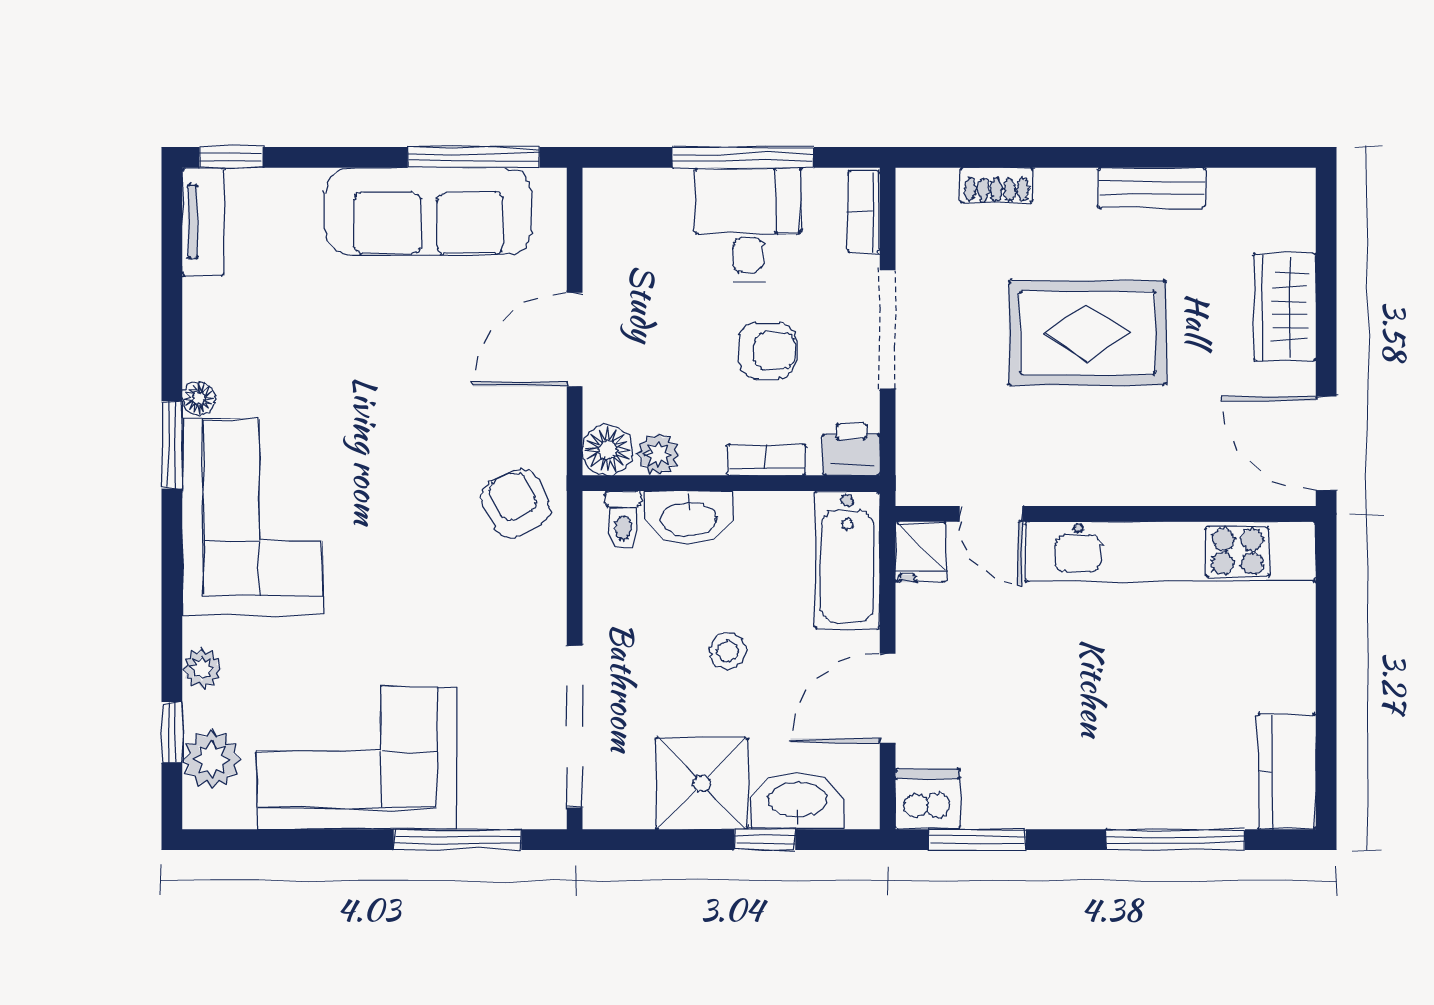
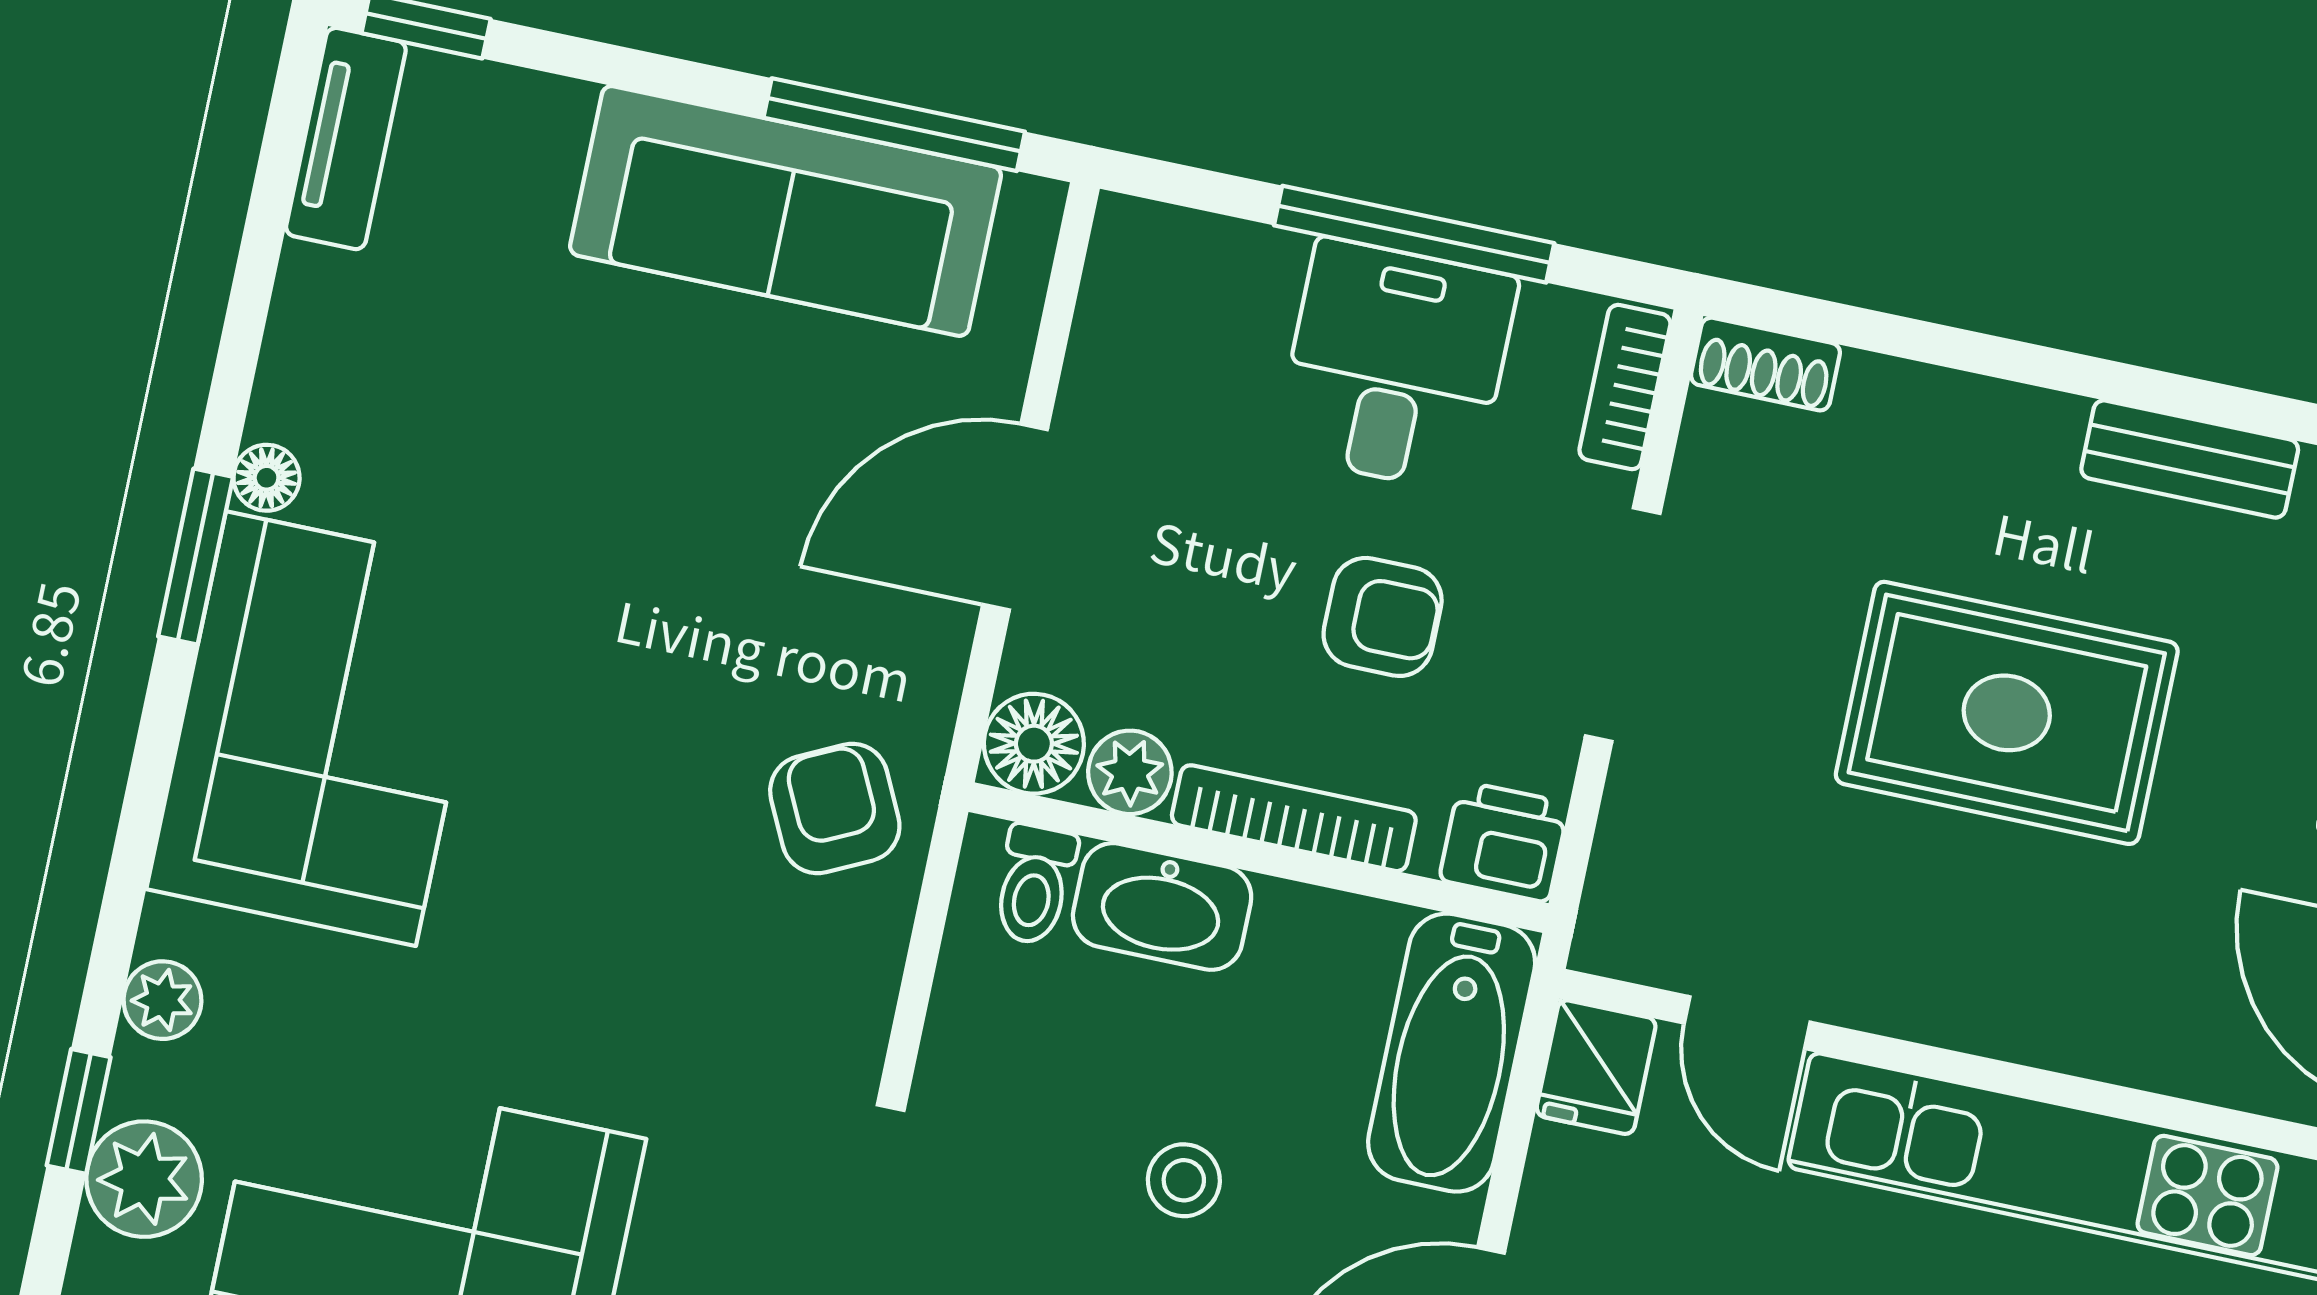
shoe rack: (996, 185) -> (1765, 364), moved
bookcase: (766, 460) -> (1294, 818), width x1.56

